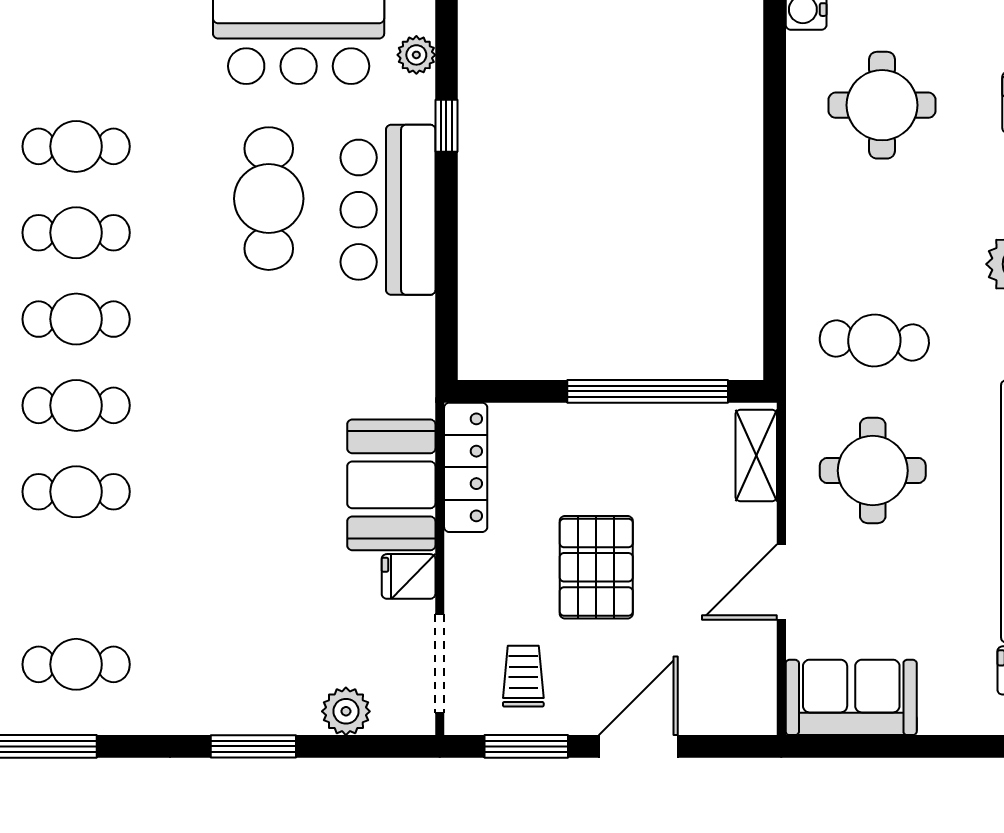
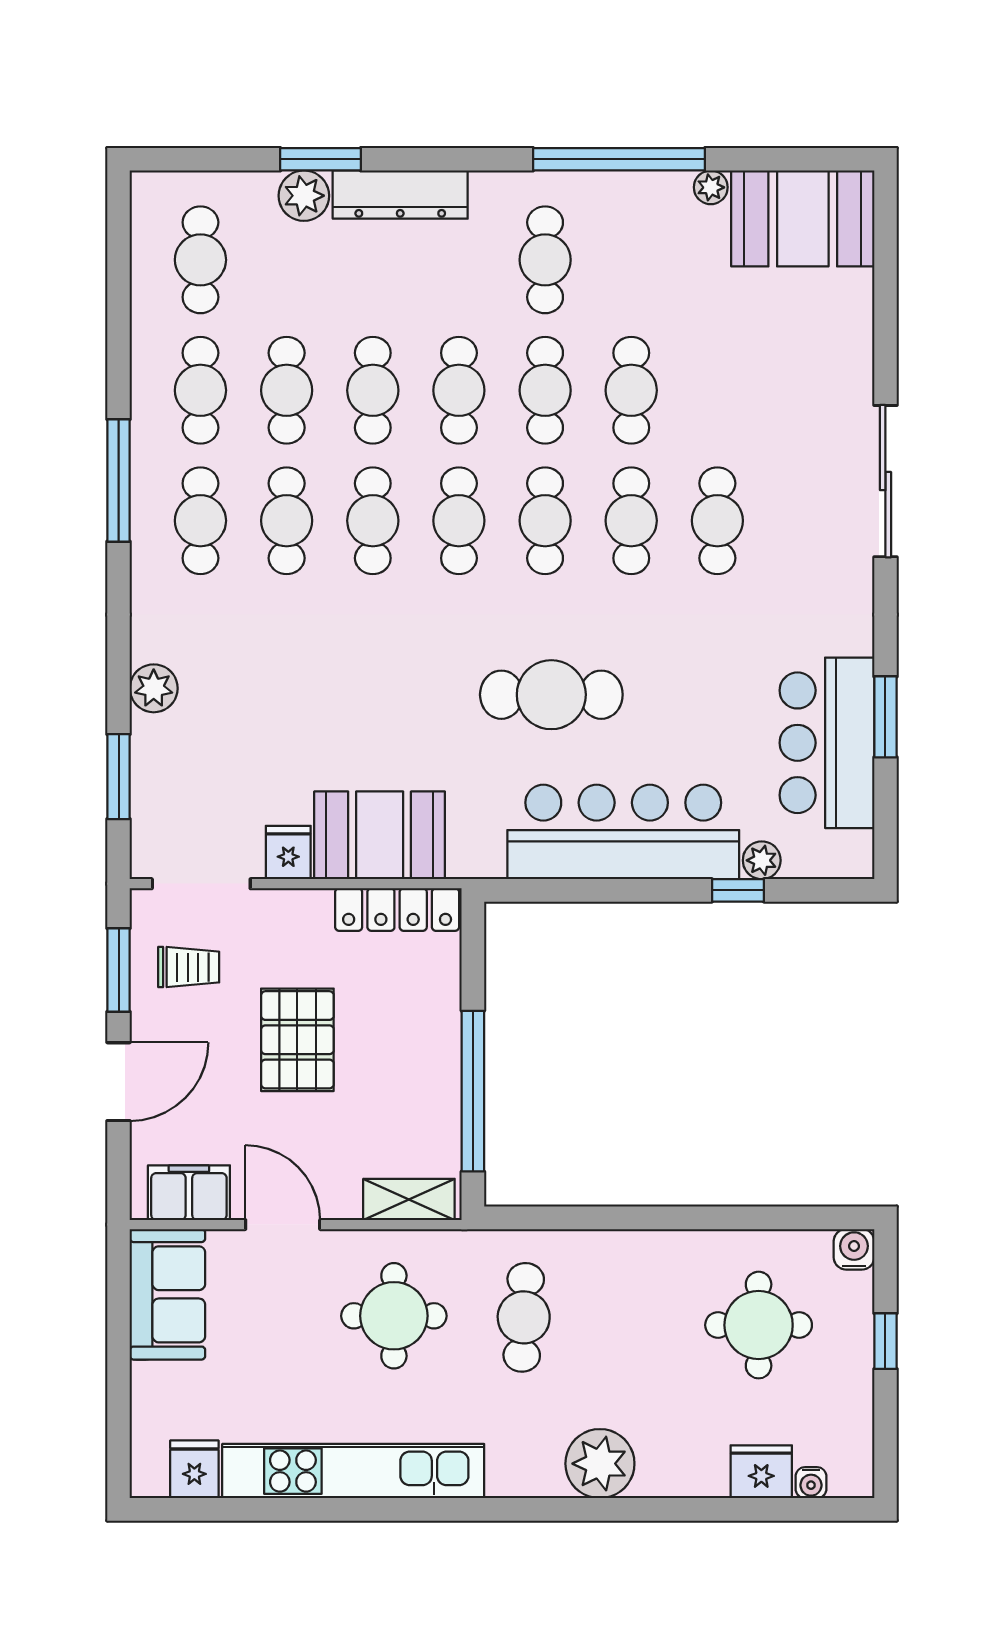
plant: (416, 55) -> (762, 860), moved
cafe table: (269, 199) -> (551, 695), moved
bar counter: (388, 210) -> (623, 832), width x1.36
pallet: (596, 567) -> (297, 1040), turned 90
cafe table: (76, 578) -> (287, 521), added
filing cabinet: (749, 676) -> (189, 1193), added
plant: (346, 711) -> (154, 688), moved
window: (253, 746) -> (119, 777), moved
door: (638, 746) -> (119, 1082), hinge flipped

